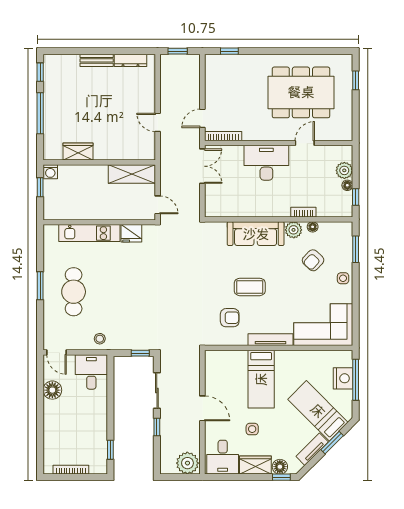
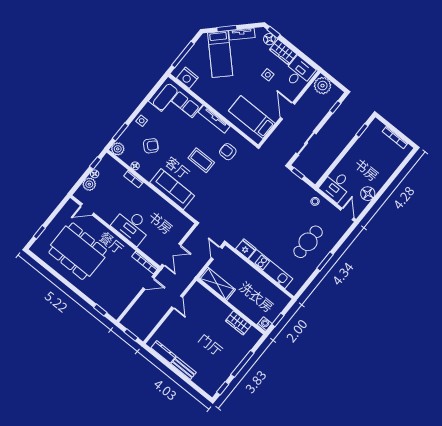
door: (305, 143) -> (87, 209), moved
double door: (202, 166) -> (171, 255), swing flipped
plant: (294, 230) -> (118, 149), moved
nightstand: (343, 378) -> (187, 78), moved, turned -90
bed: (261, 379) -> (252, 117), moved, turned -90
window: (157, 427) -> (335, 107), moved

